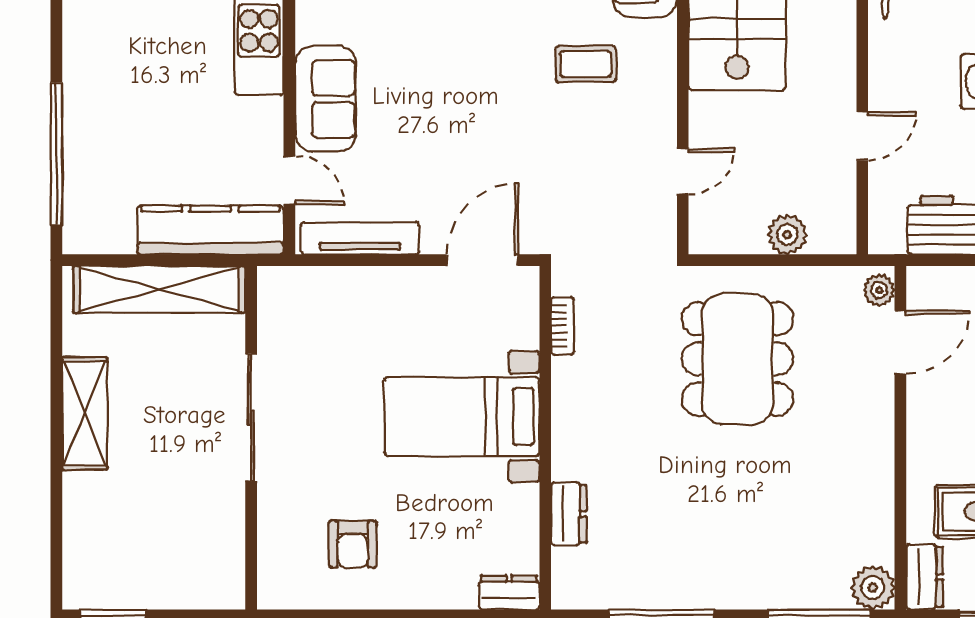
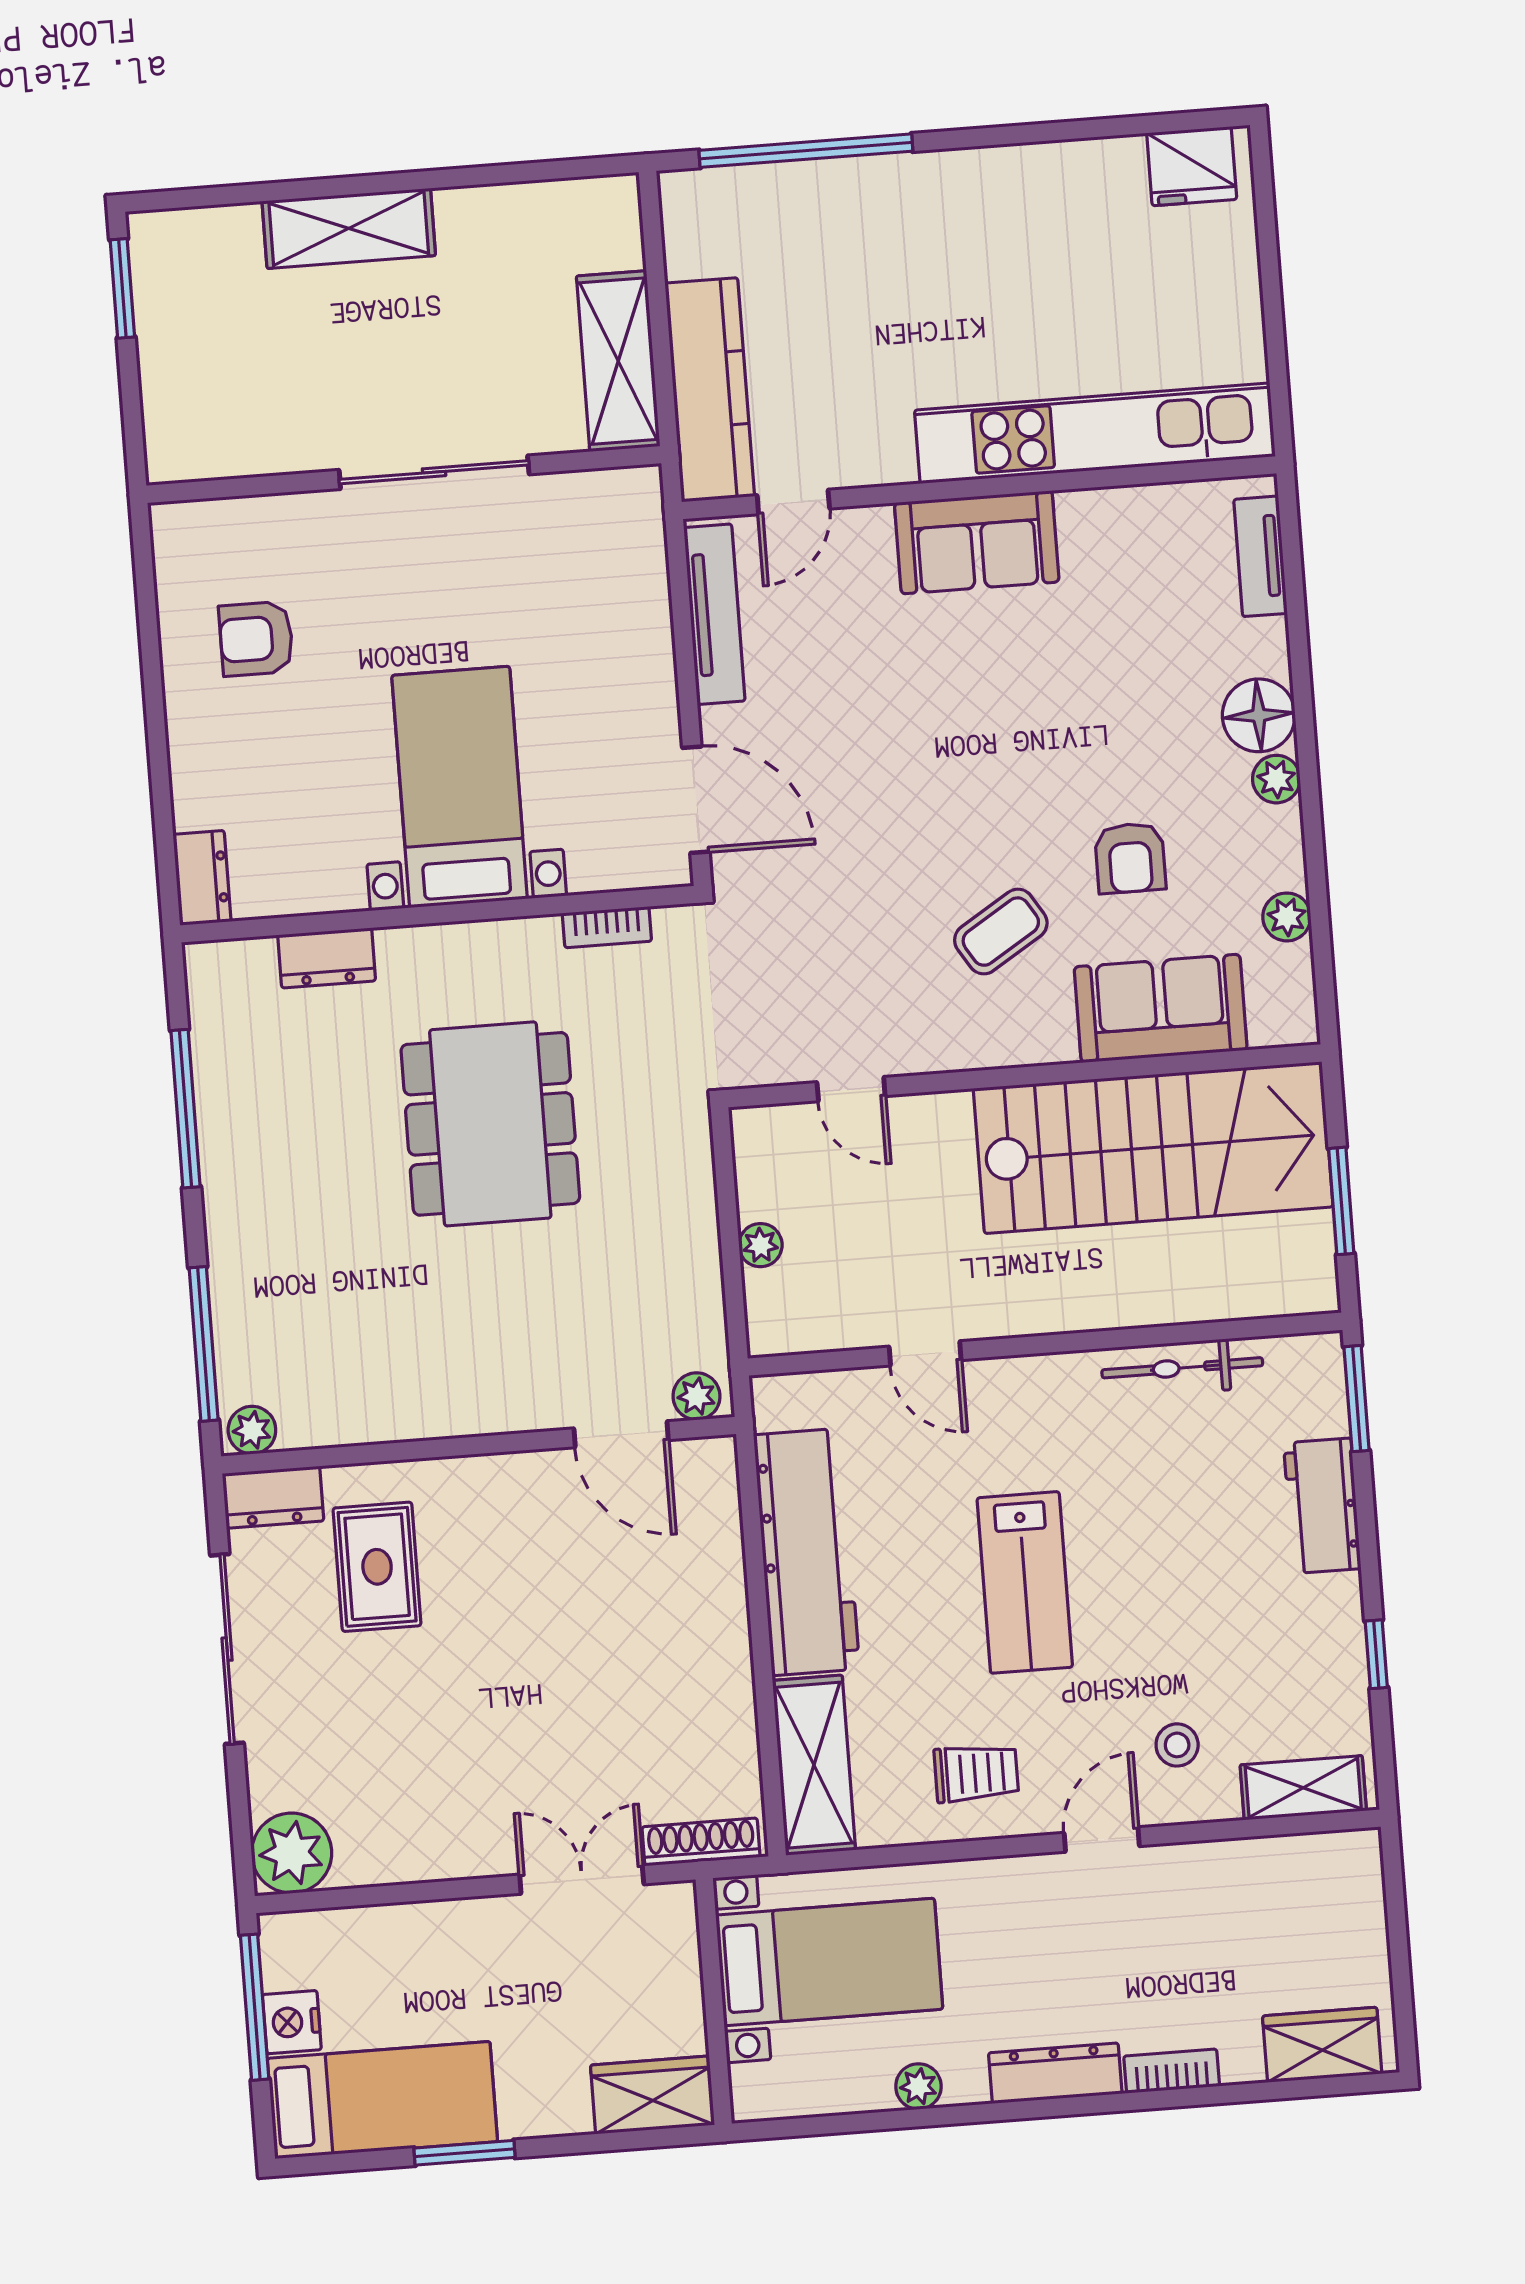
coffee table: (586, 64) -> (1001, 932), turned 58
sofa: (326, 99) -> (977, 542), moved
plant: (787, 235) -> (760, 1245), width x0.73, depth x0.73
shelving: (159, 289) -> (618, 361), width x0.68
dining table: (737, 359) -> (490, 1124), moved, turned 90
shelving: (85, 413) -> (349, 228), moved
plant: (873, 588) -> (252, 1430), width x0.73, depth x0.73

